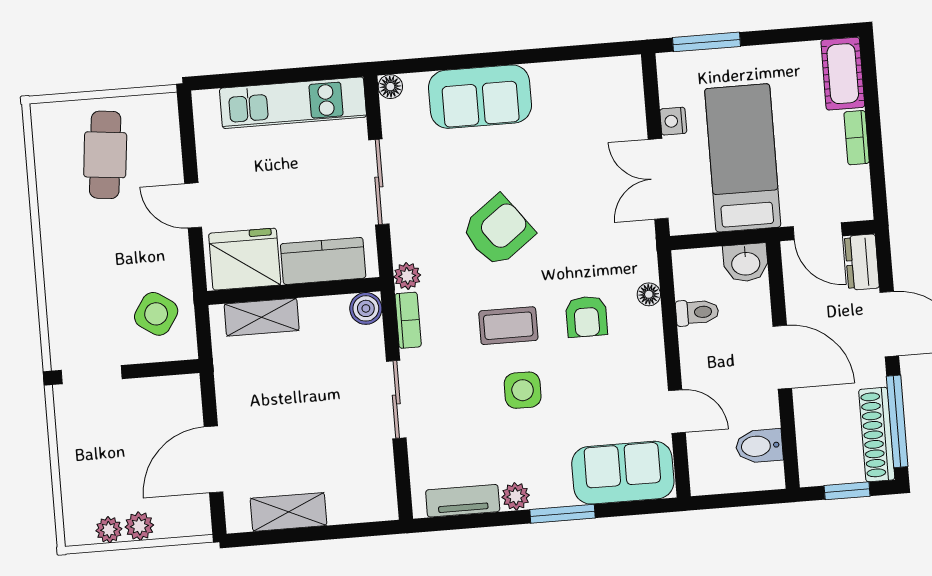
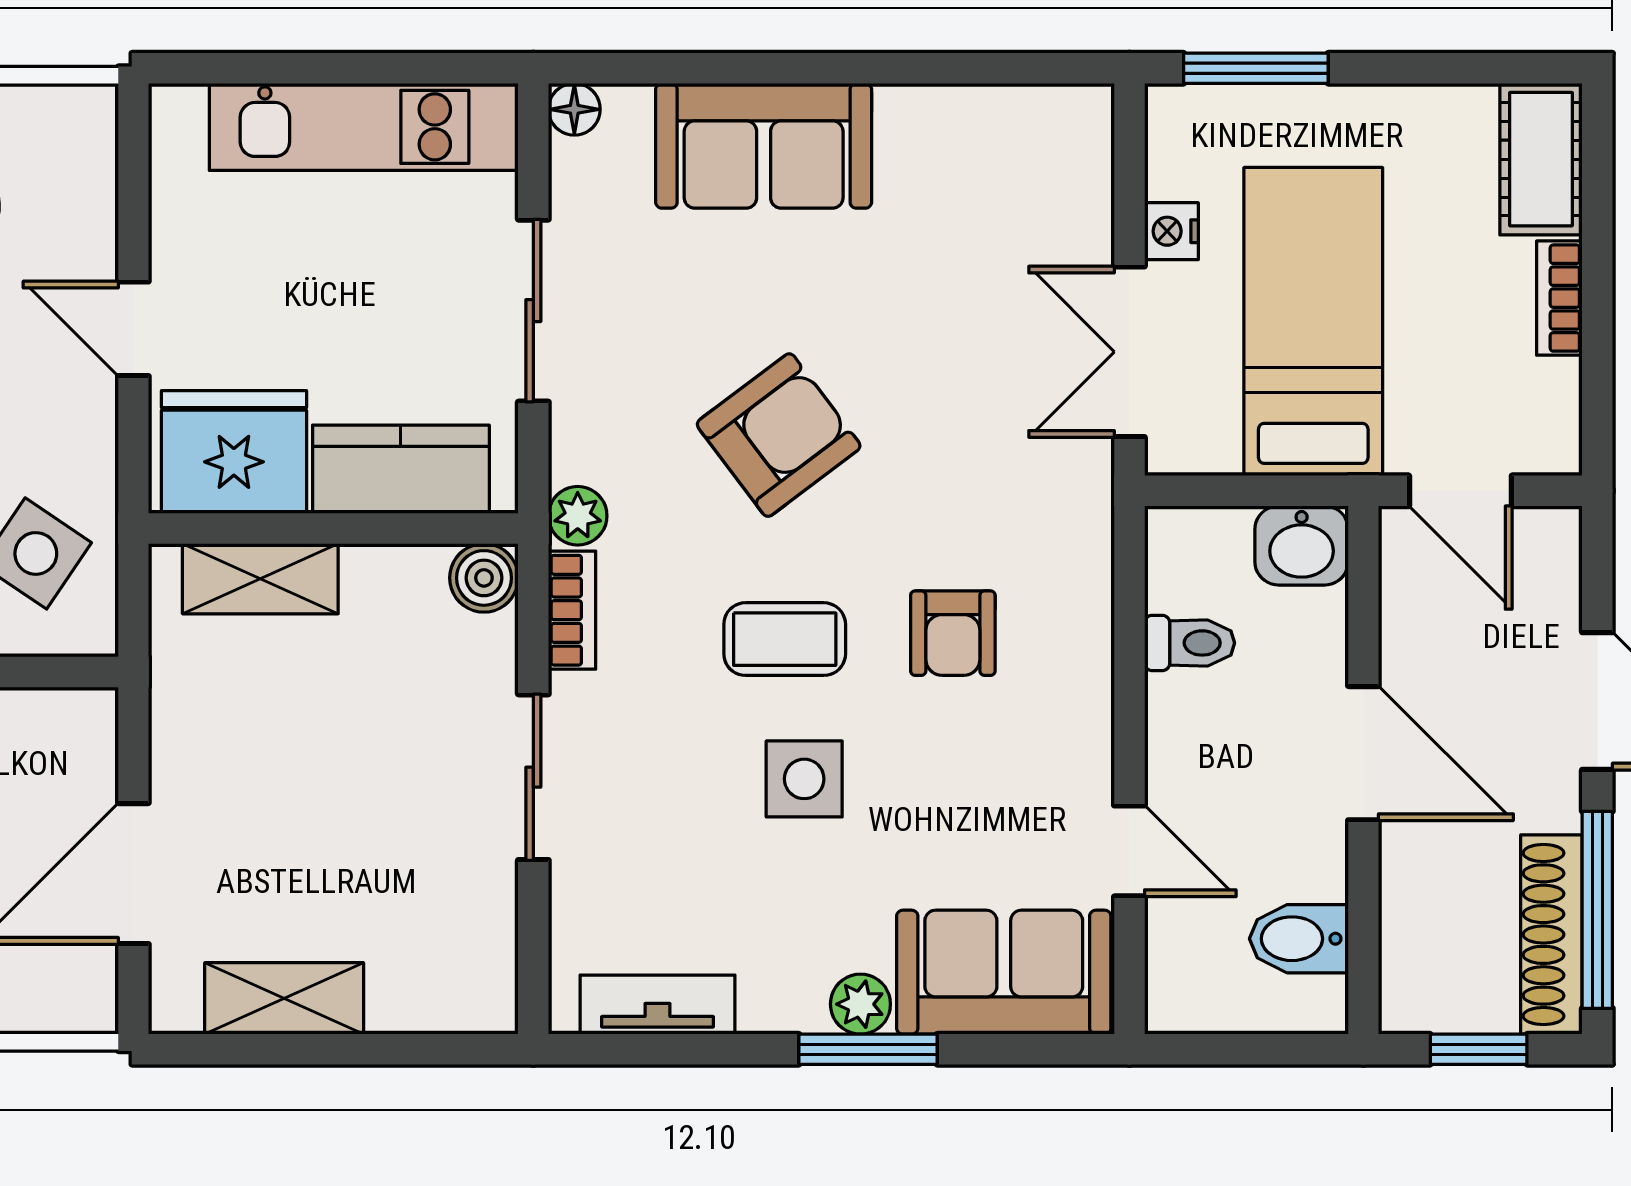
dresser: (862, 262) -> (1549, 564), removed
floor lamp: (649, 294) -> (1090, 596), removed
plant: (516, 496) -> (860, 1004), moved

